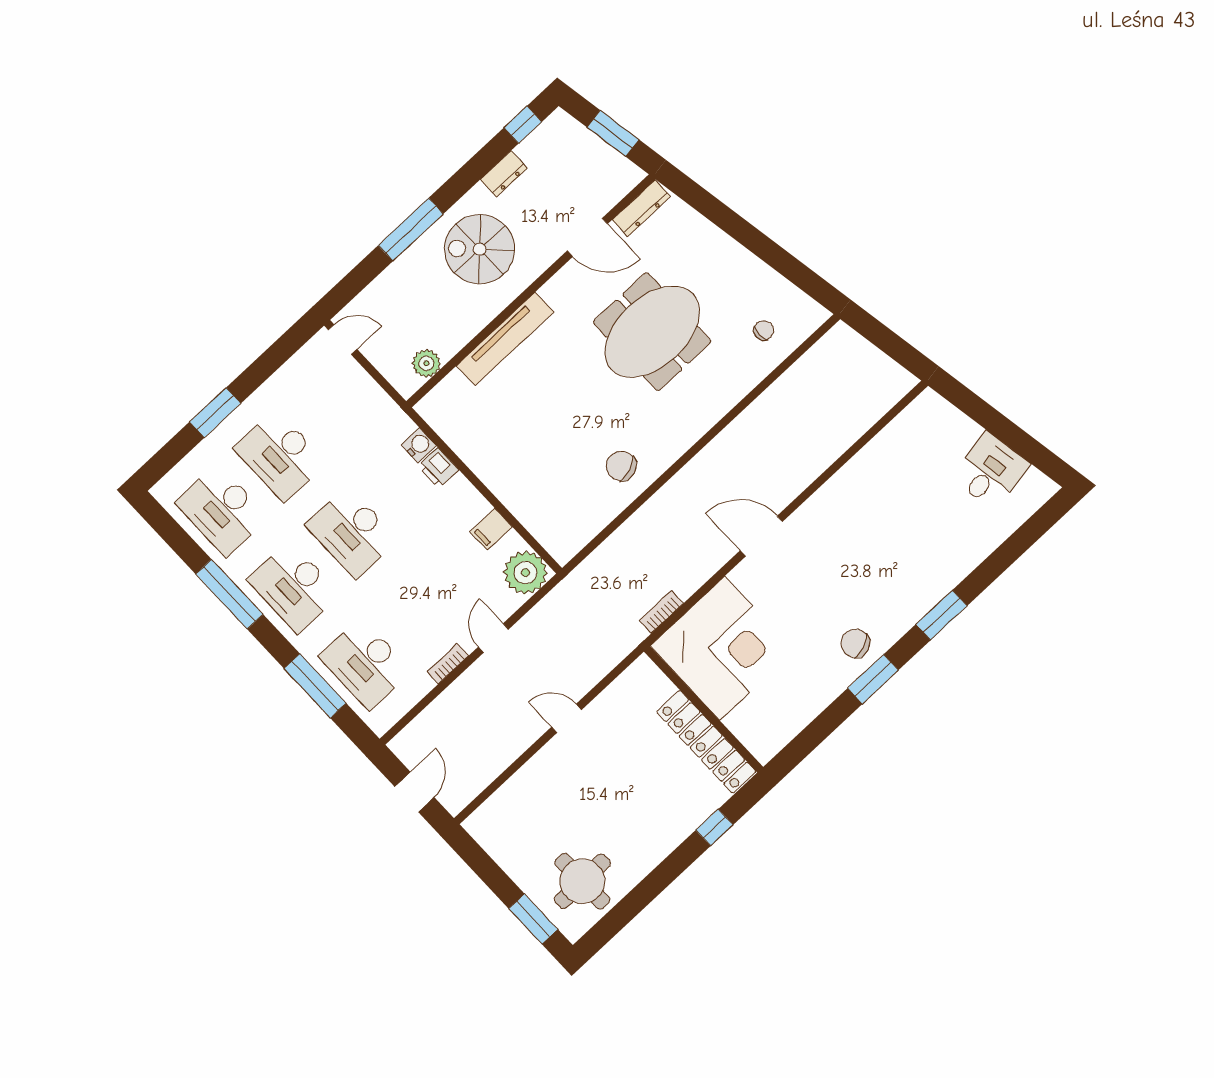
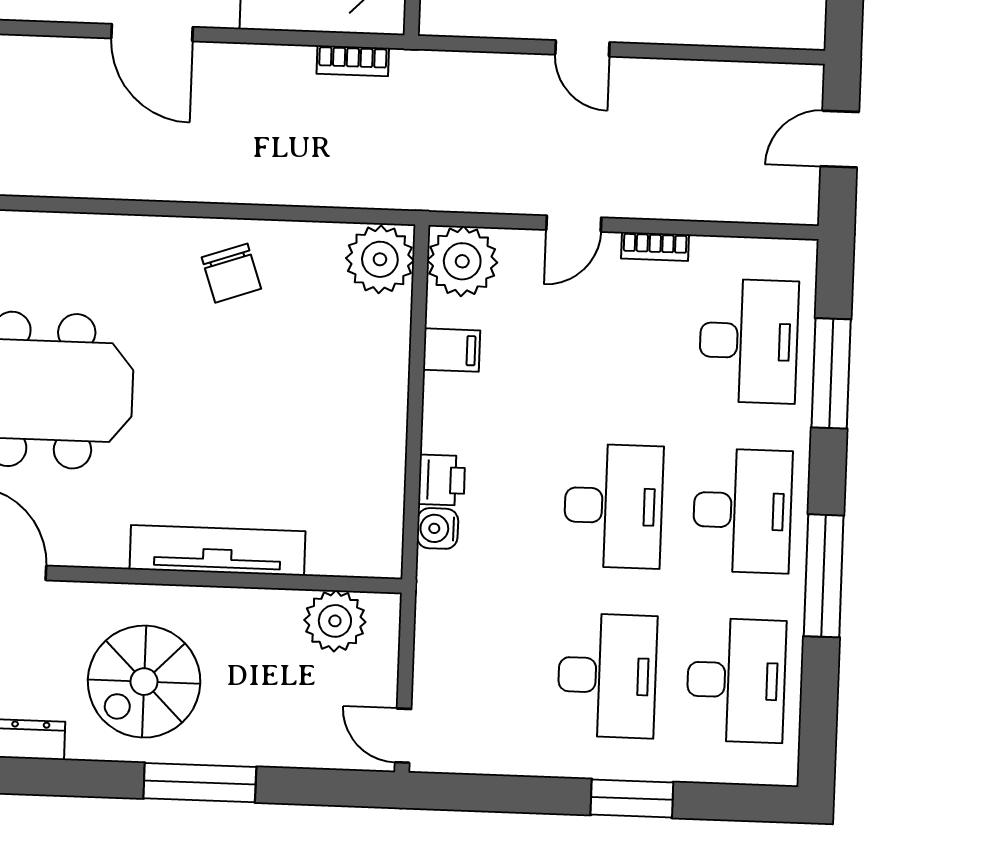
spiral stairs: (480, 249) -> (144, 682), turned 90
plant: (426, 363) -> (335, 621), width x1.36, depth x1.36
plant: (562, 537) -> (380, 259), added

